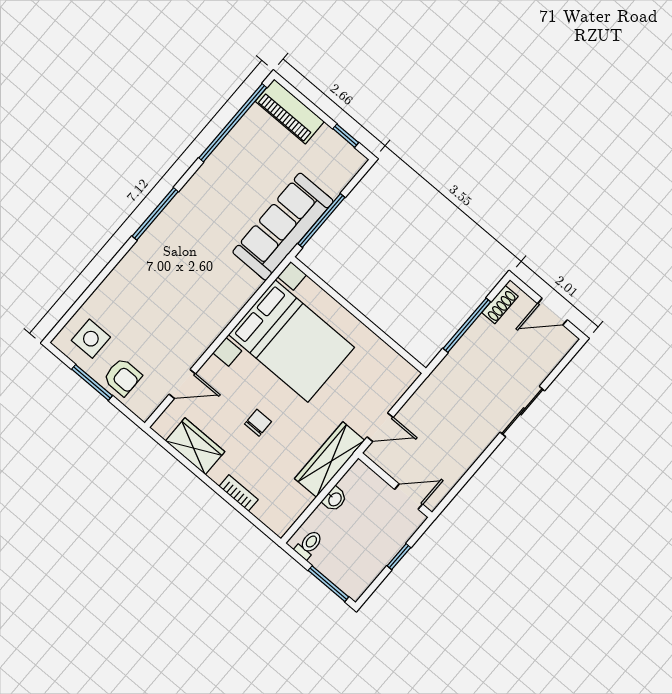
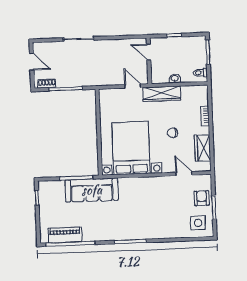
piano: (290, 111) -> (65, 235), moved, turned -90

